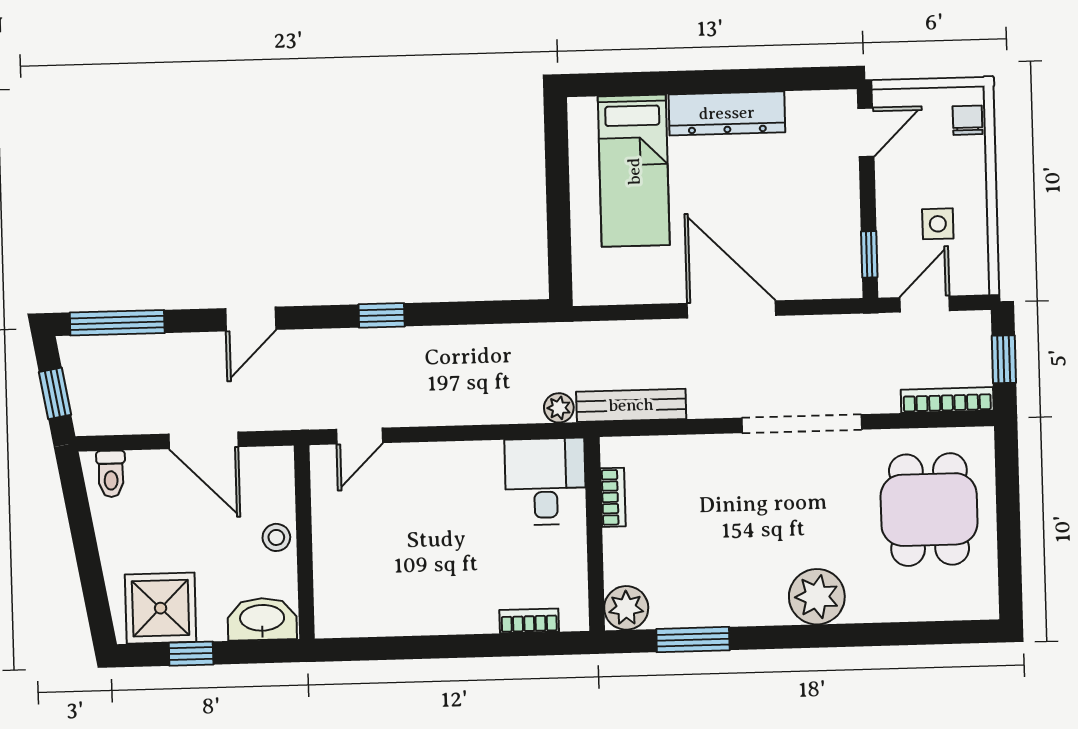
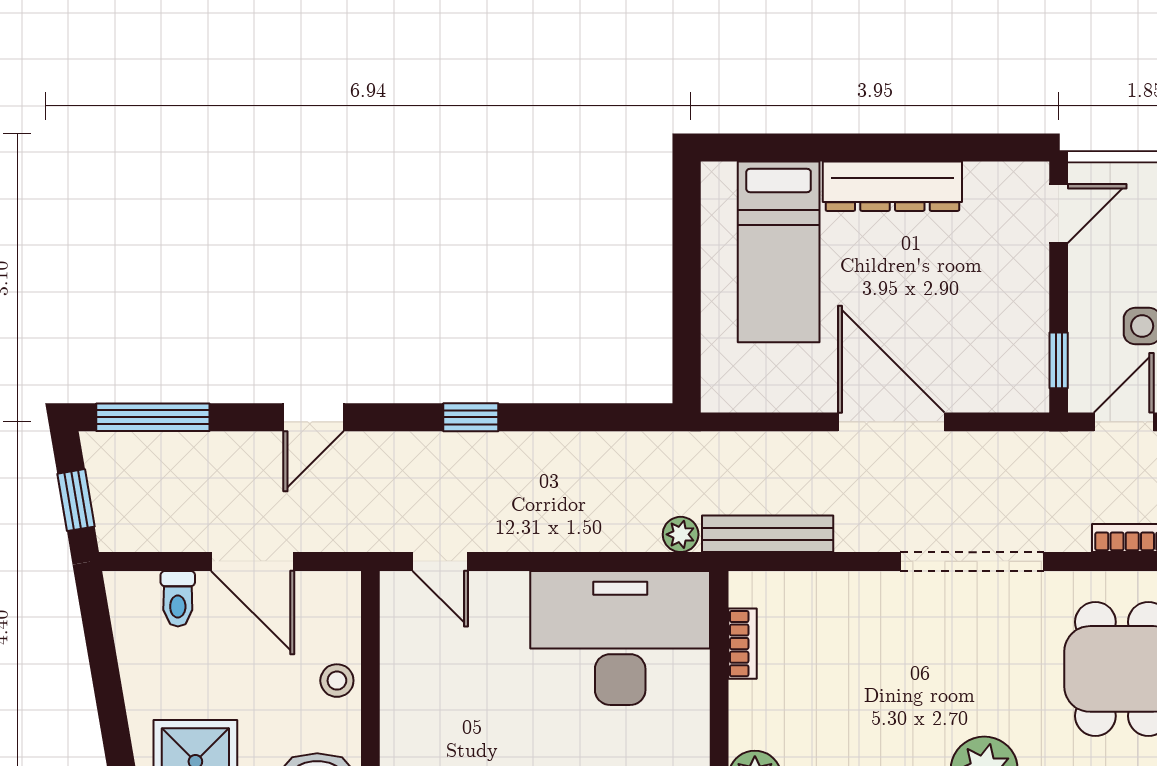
door: (359, 436) -> (440, 561), hinge flipped
toilet: (111, 474) -> (178, 599), moved
desk: (545, 482) -> (620, 638), width x1.87, depth x1.30

